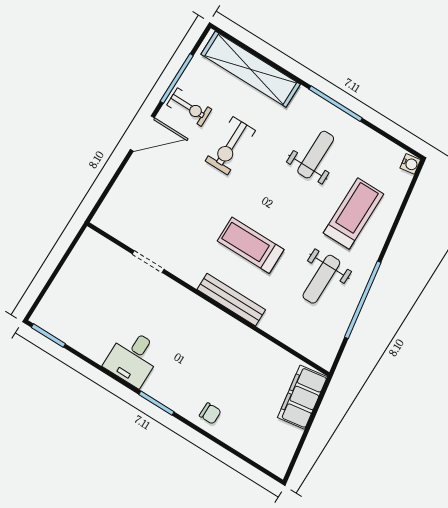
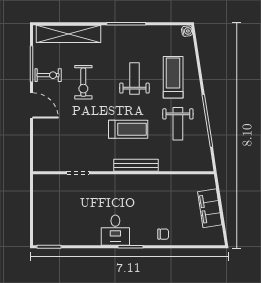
door: (142, 134) -> (32, 105), hinge flipped
weight bench: (316, 155) -> (134, 79), moved
treadmill: (251, 245) -> (128, 129), turned 180
desk: (133, 358) -> (115, 230), moved
filing cabinet: (302, 397) -> (210, 208), moved

